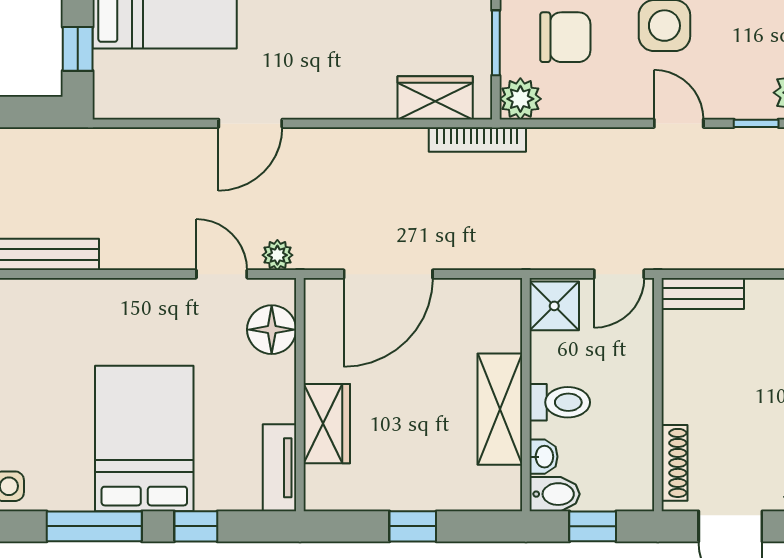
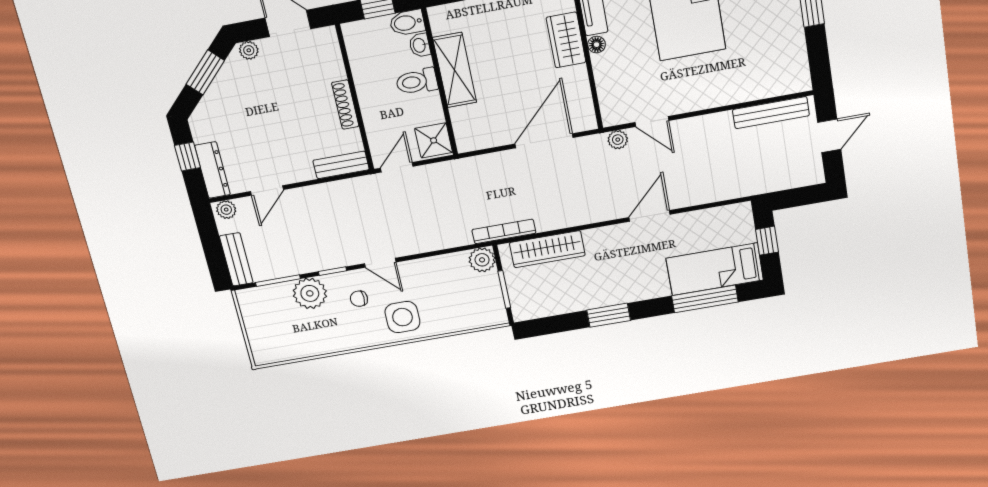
chair: (565, 37) -> (359, 299), moved, width x0.54, depth x0.54
wardrobe: (435, 98) -> (547, 249), width x1.50
floor lamp: (272, 330) -> (597, 45), moved, width x0.53, depth x0.53
shoe rack: (674, 463) -> (345, 105), moved

